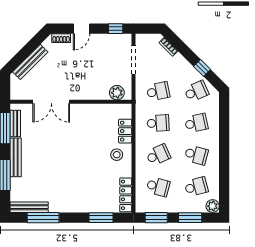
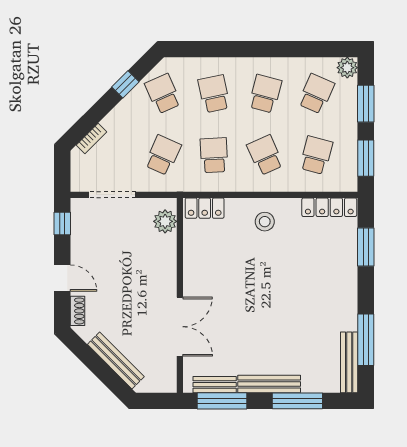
school desk: (158, 91) -> (163, 155), turned 36
locker: (125, 131) -> (205, 208), moved
school desk: (196, 187) -> (316, 94), turned 39

